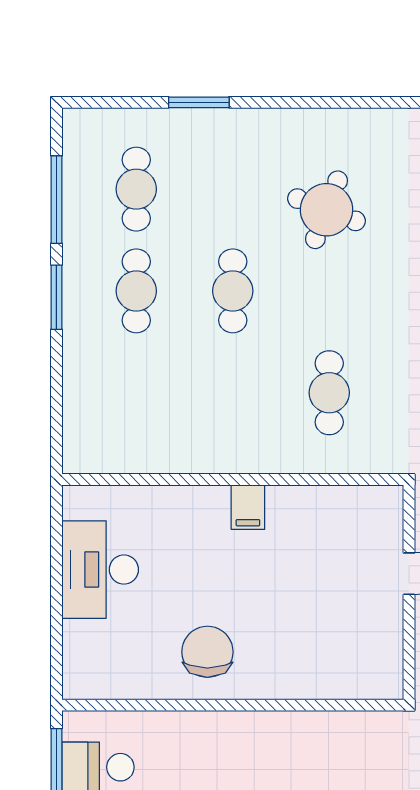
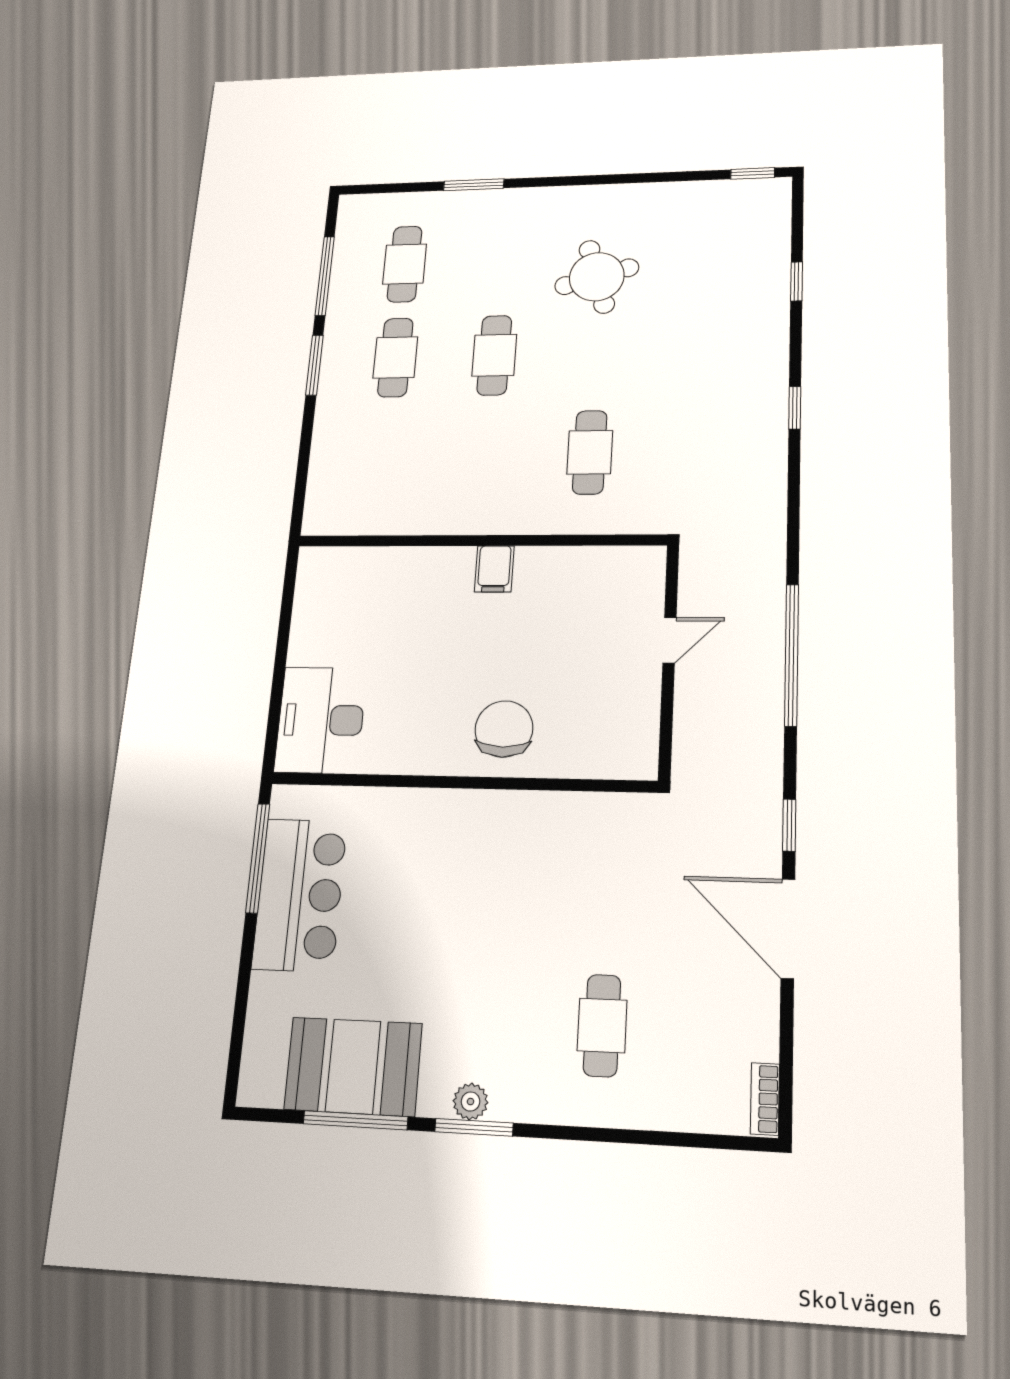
round table: (326, 210) -> (597, 277), turned -37
desk: (100, 570) -> (321, 720), moved
chair: (207, 652) -> (504, 729), moved

